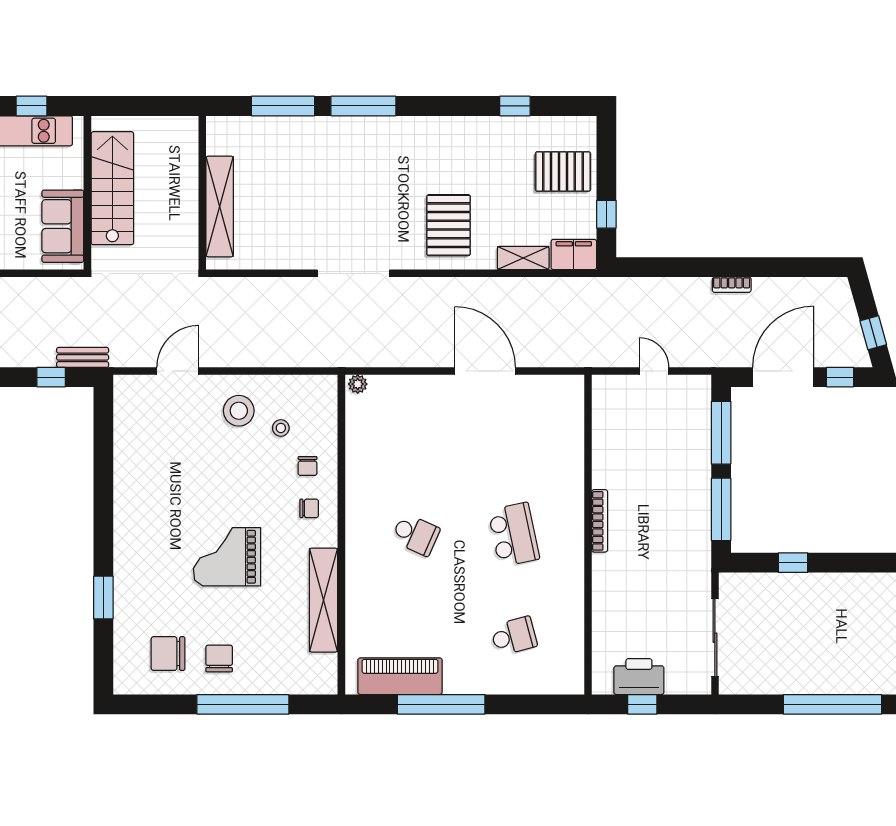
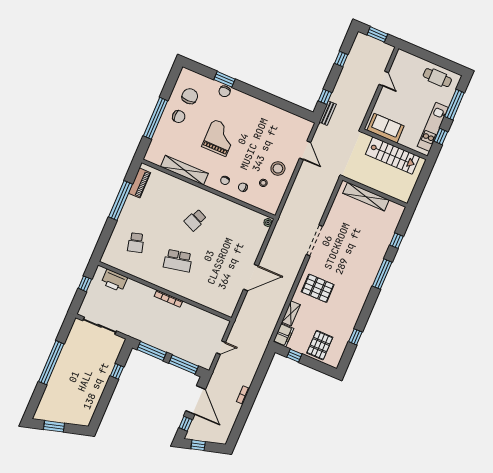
window: (283, 106) -> (396, 241), width x0.46
chair: (128, 587) -> (225, 91), added
piano: (400, 676) -> (139, 183), width x0.73, depth x0.75
printer: (639, 677) -> (114, 280), moved, turned 90

